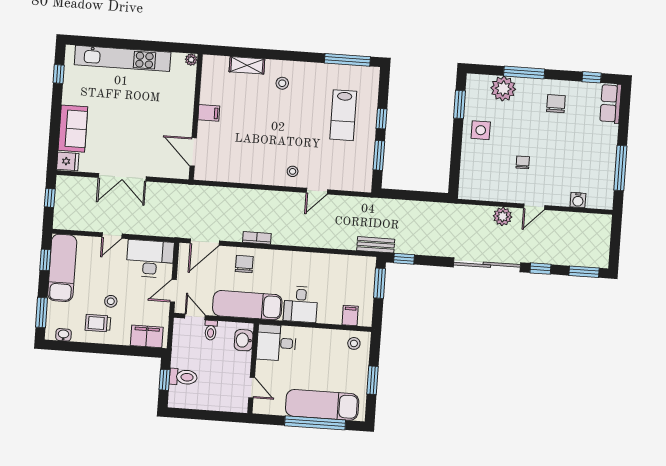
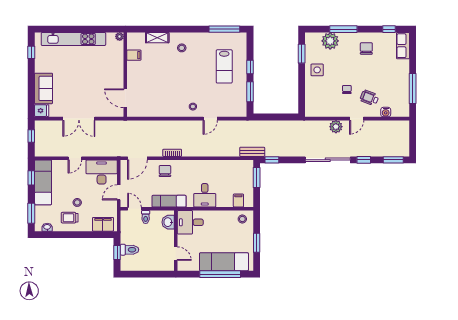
filing cabinet: (209, 113) -> (134, 55), moved
wheelchair: (555, 177) -> (369, 98), added
exam couch: (247, 305) -> (169, 201), width x0.73, depth x0.69

